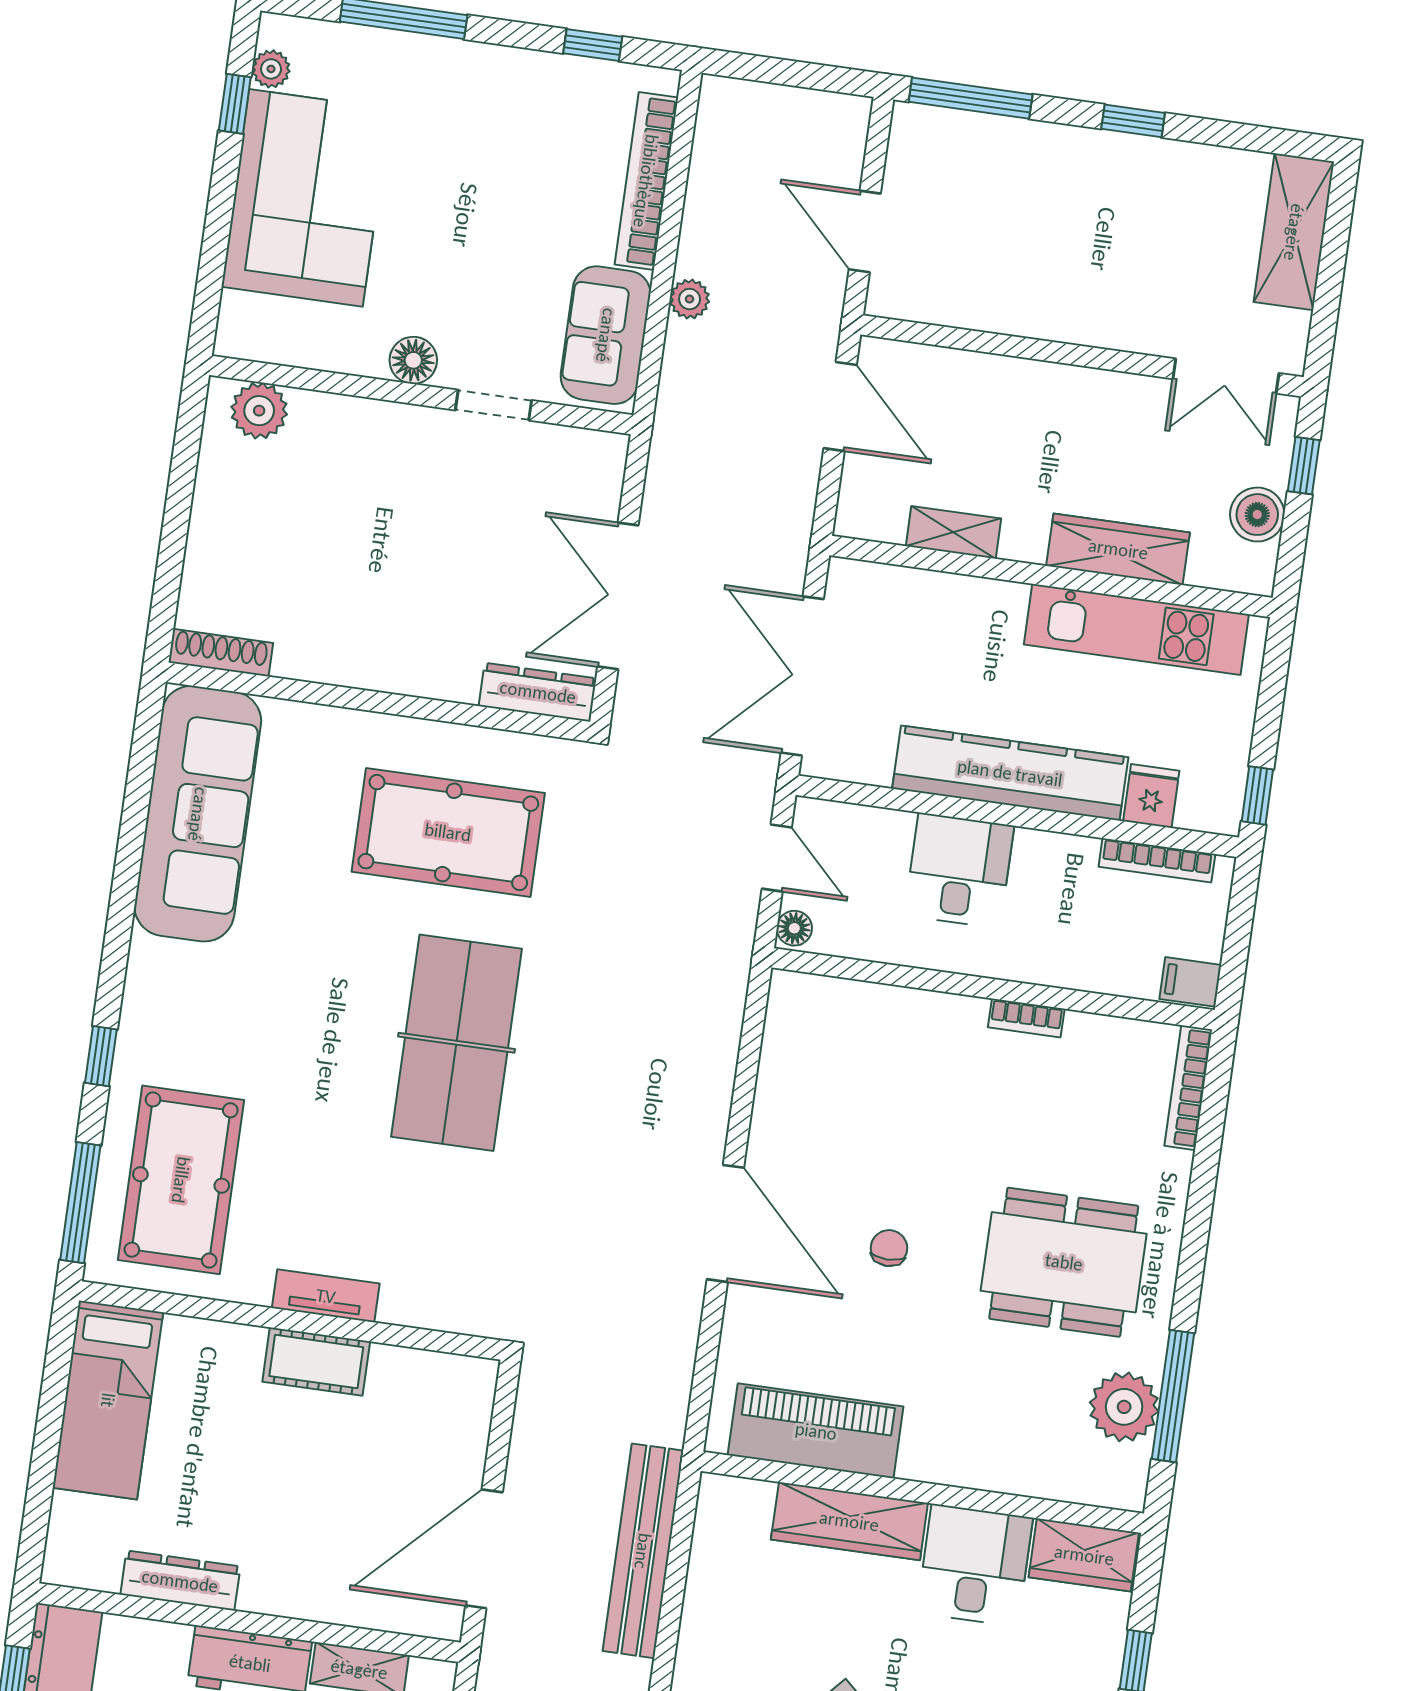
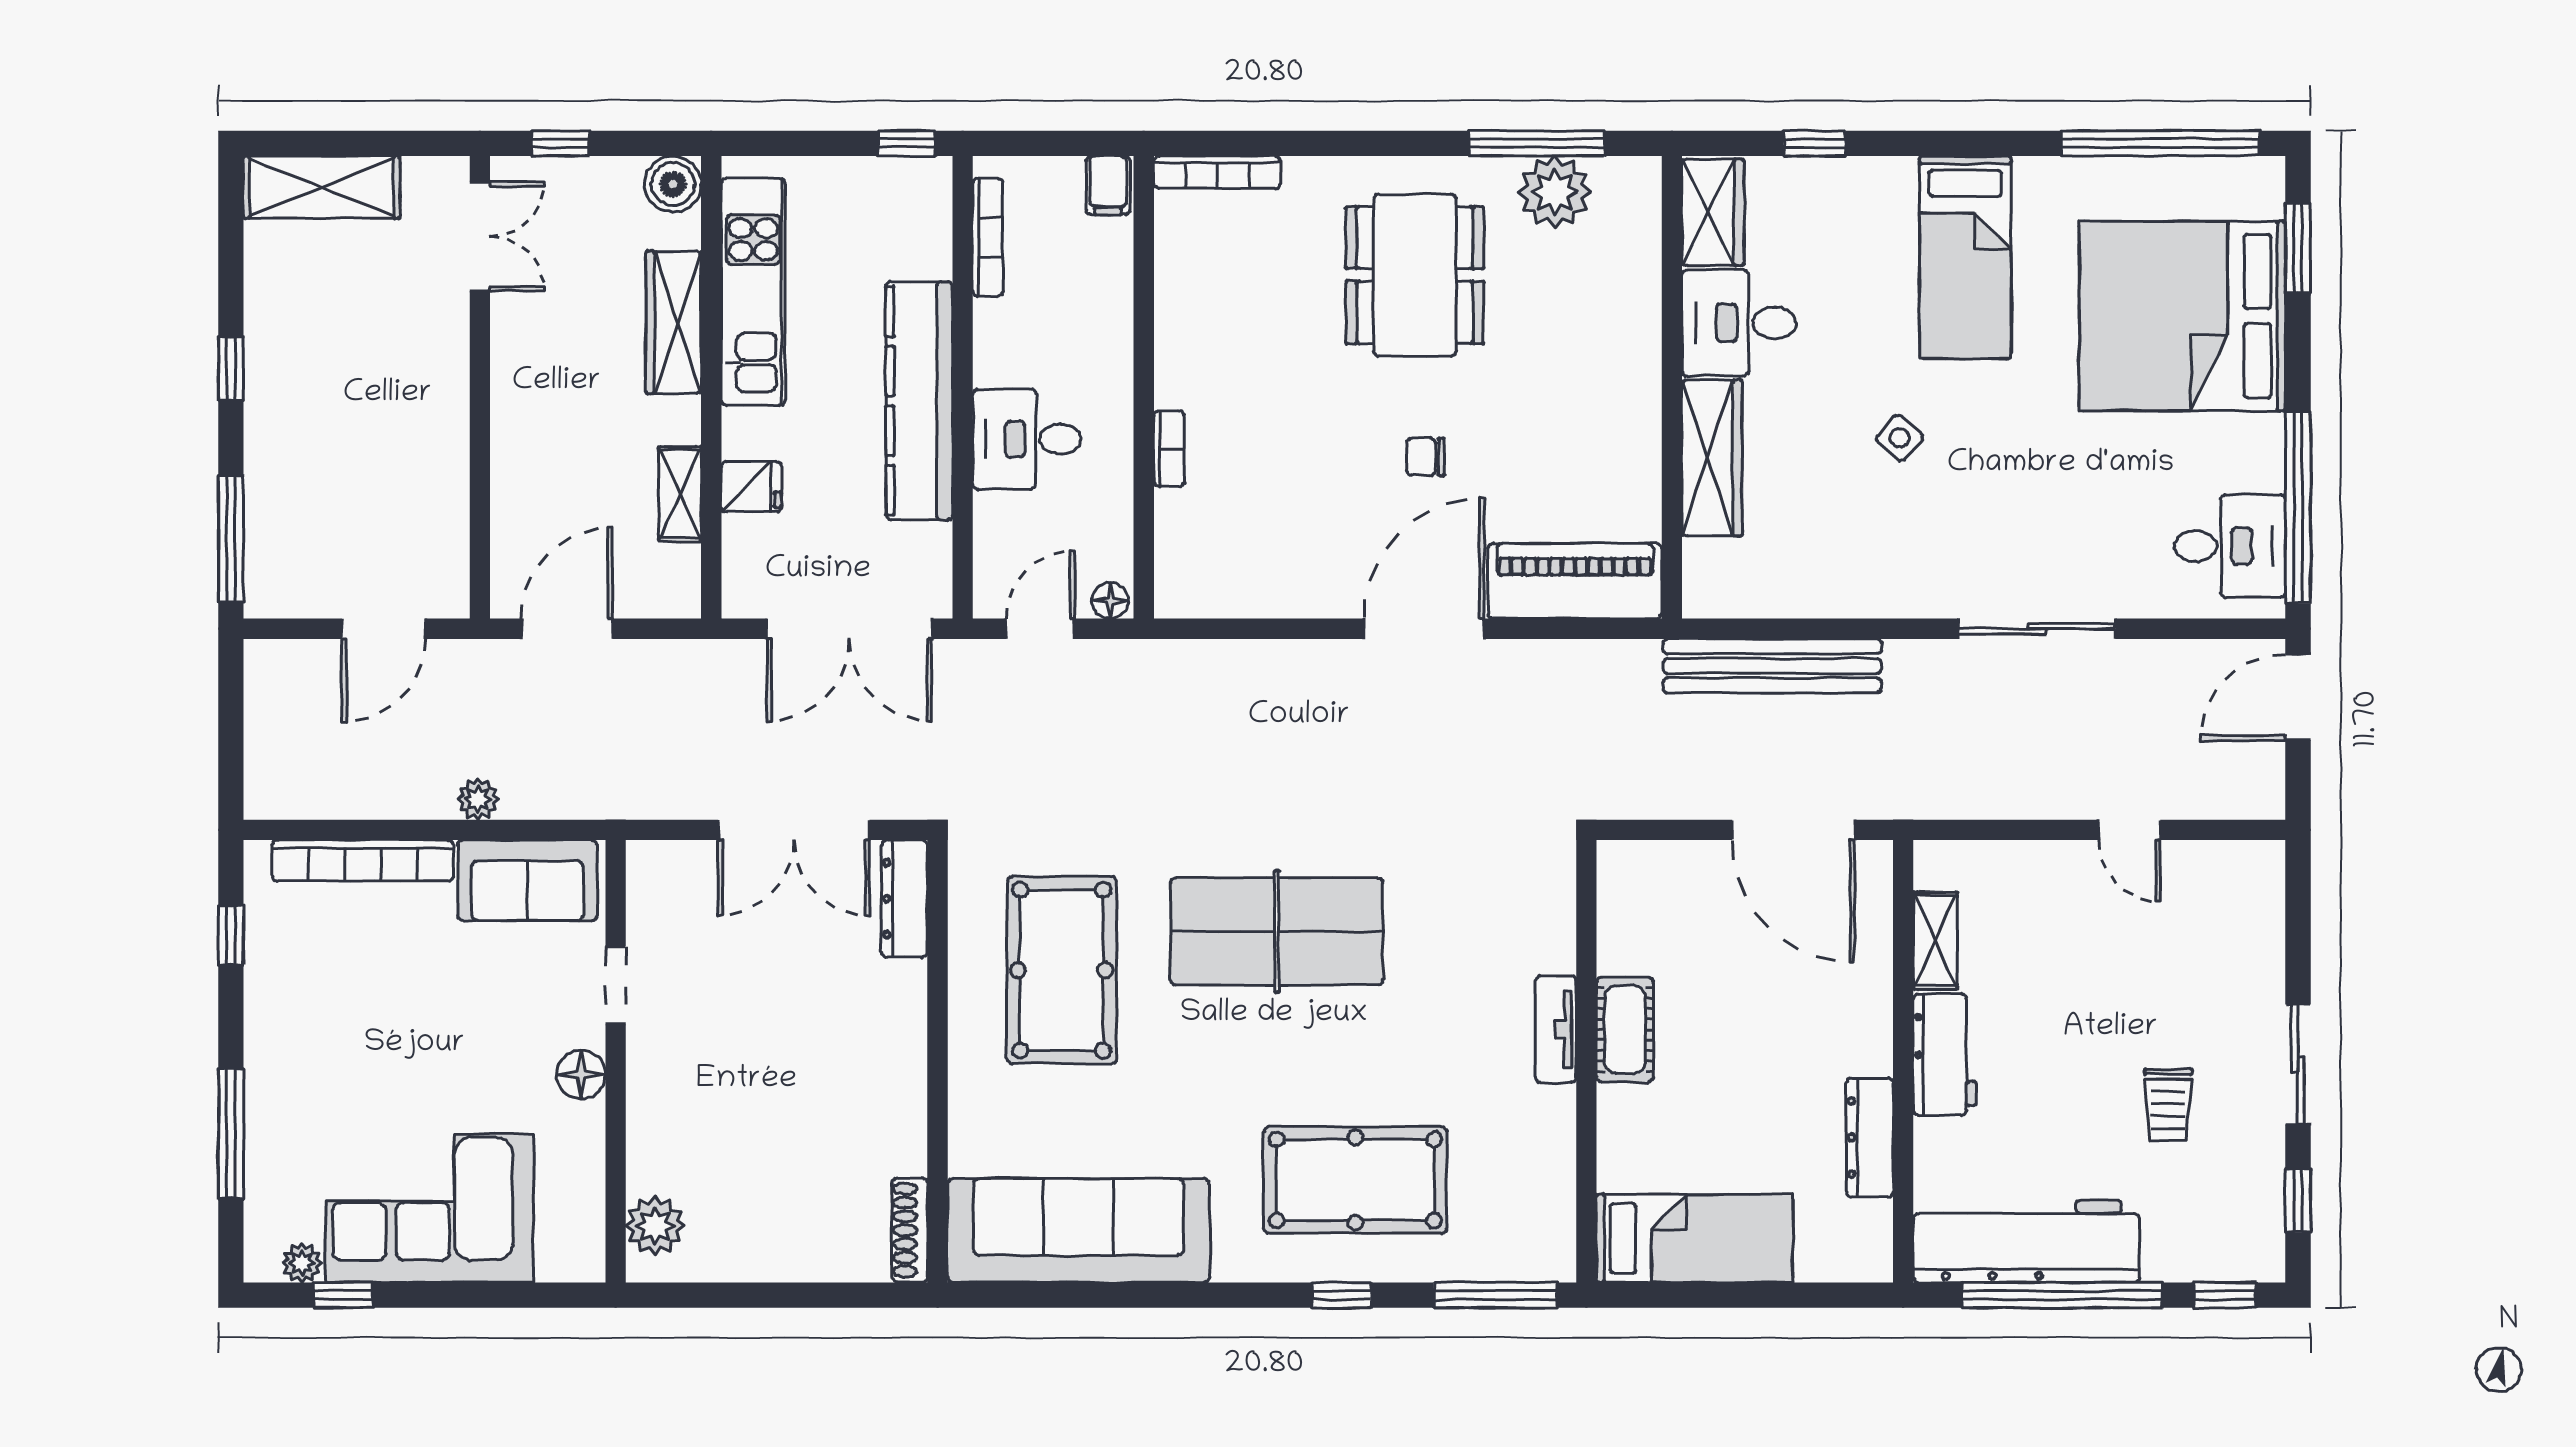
boiler: (1257, 515) -> (673, 184), moved
fridge: (1151, 796) -> (751, 487), moved, turned 180
bookcase: (1026, 1018) -> (1169, 449), moved
pool table: (181, 1180) -> (1355, 1180), moved
piano: (816, 1431) -> (1575, 581), moved, turned 90

